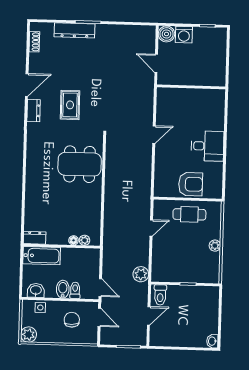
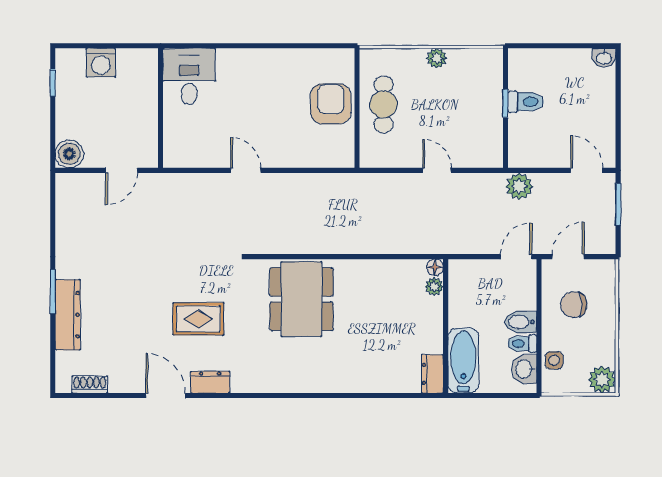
washing machine: (184, 35) -> (101, 63), moved, turned 90
desk: (207, 146) -> (189, 76), moved
door: (151, 228) -> (437, 170), moved
floor lamp: (74, 240) -> (435, 267), moved
plant: (141, 274) -> (519, 186), moved
toilet: (75, 290) -> (522, 344), moved
toilet: (160, 295) -> (526, 102), moved
door: (149, 316) -> (587, 170), moved

